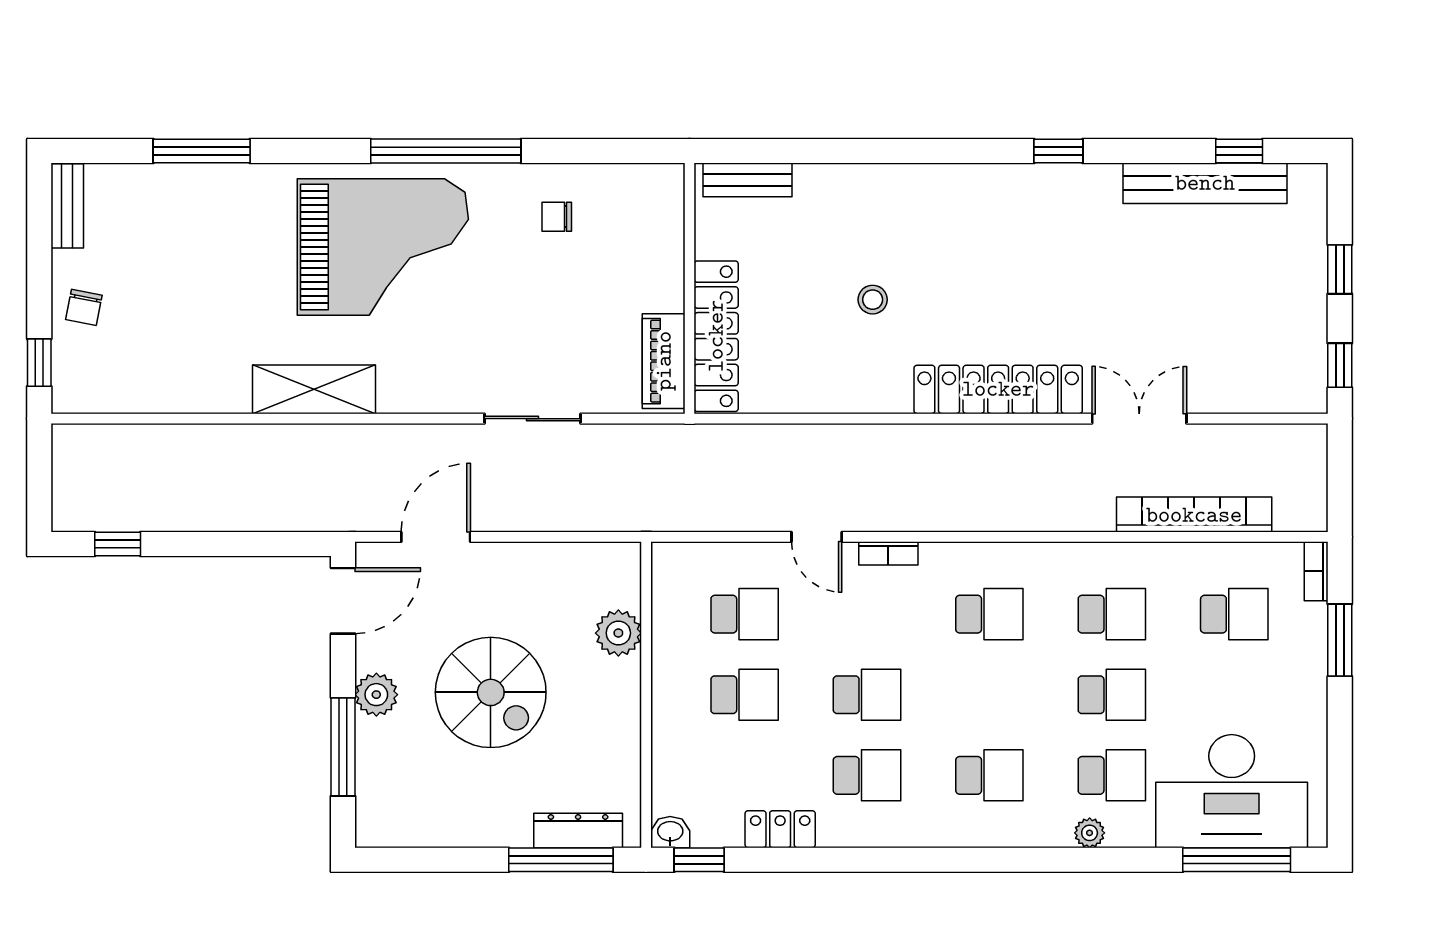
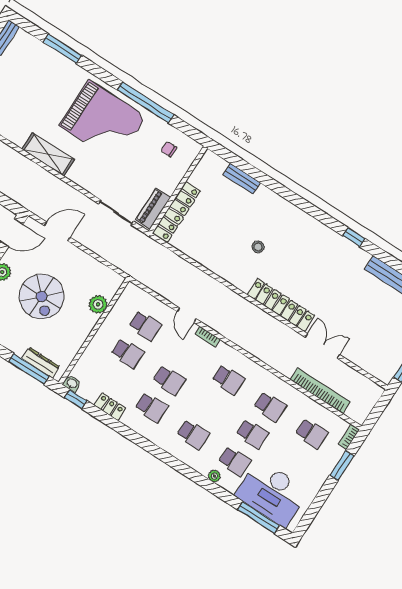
wall: (690, 288) -> (178, 190), moved
locker: (716, 336) -> (177, 212), moved
piano: (664, 361) -> (153, 209), moved

